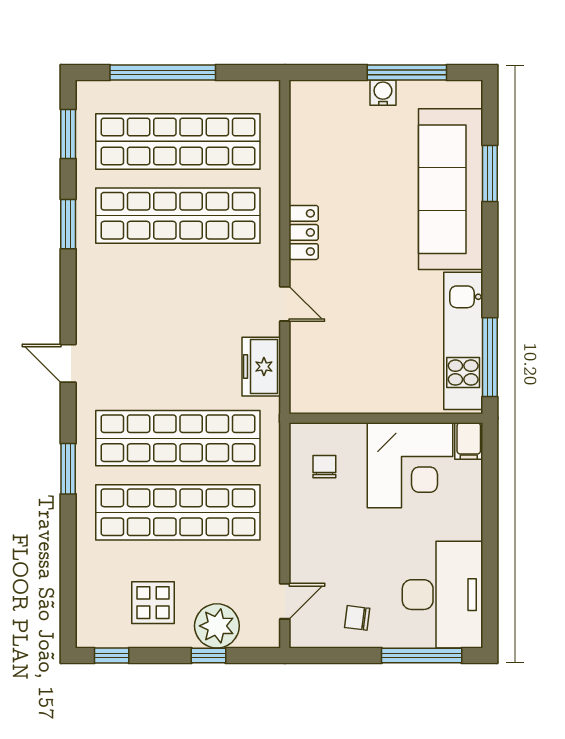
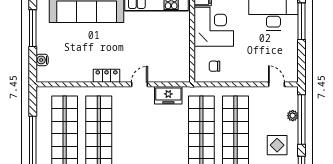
water cooler: (383, 93) -> (42, 60), moved
chair: (357, 618) -> (284, 51), removed
plant: (217, 626) -> (293, 116), width x0.53, depth x0.53
window: (209, 655) -> (301, 120), width x3.17

